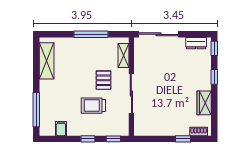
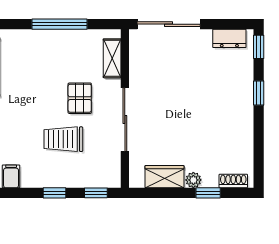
wardrobe: (204, 103) -> (164, 177), moved, turned 90
plant: (174, 131) -> (193, 180), added

